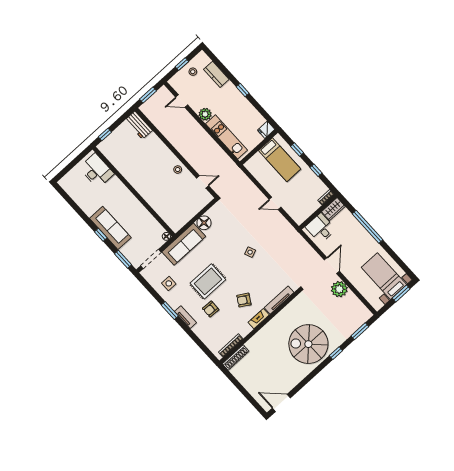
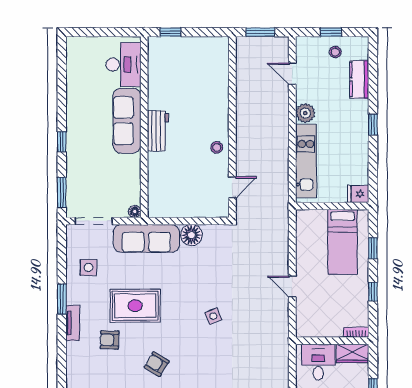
workbench: (139, 125) -> (158, 131), moved, turned 180
door: (203, 182) -> (232, 187), hinge flipped
sofa: (110, 228) -> (127, 121), moved, turned 180

